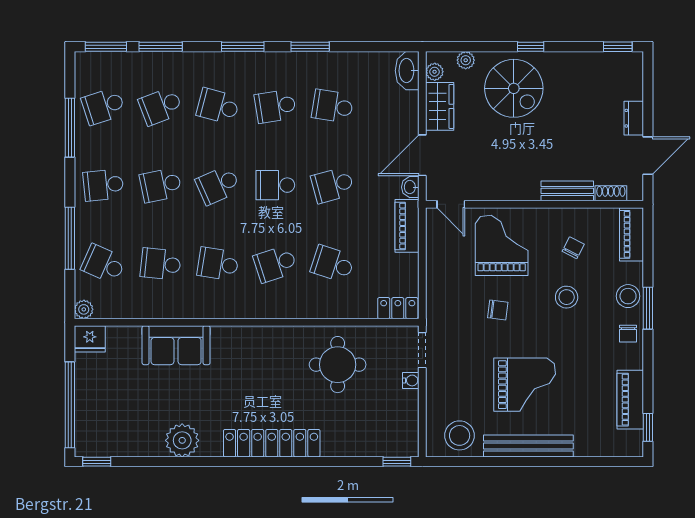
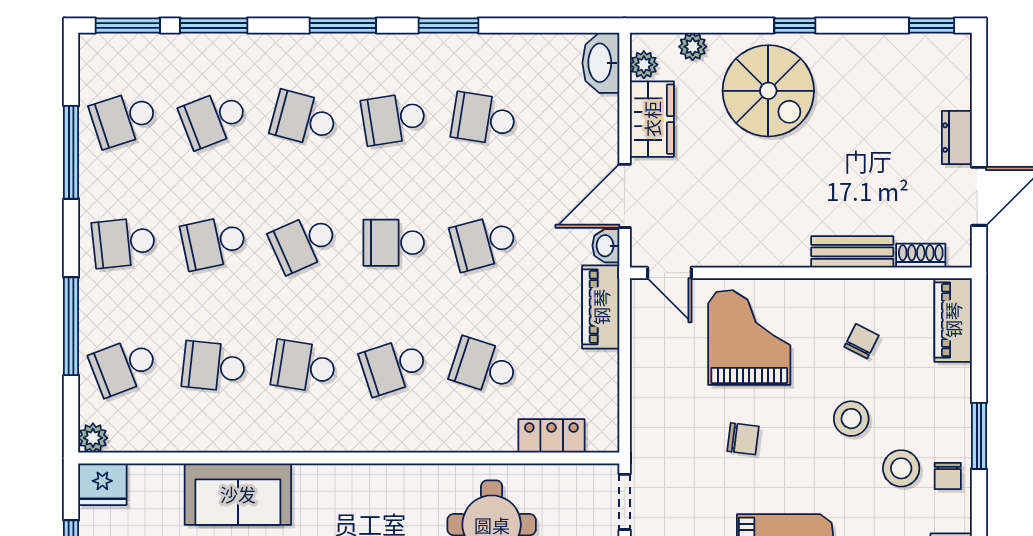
school desk: (103, 264) -> (124, 366), turned -45
stool: (628, 296) -> (901, 468), moved
locker: (398, 308) -> (551, 436), moved

